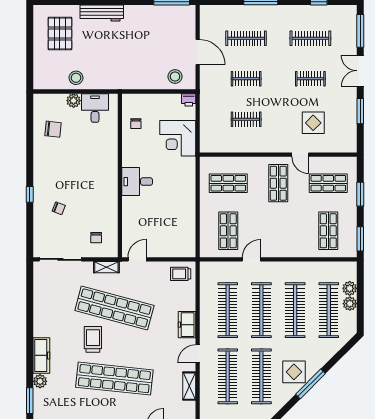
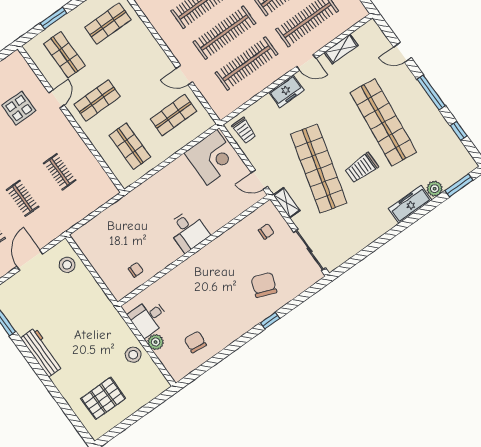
workbench: (102, 13) -> (42, 352), moved
printer: (189, 100) -> (80, 237), removed
corner desk: (178, 138) -> (212, 157), moved
chair: (59, 208) -> (264, 285), width x1.87, depth x1.87

